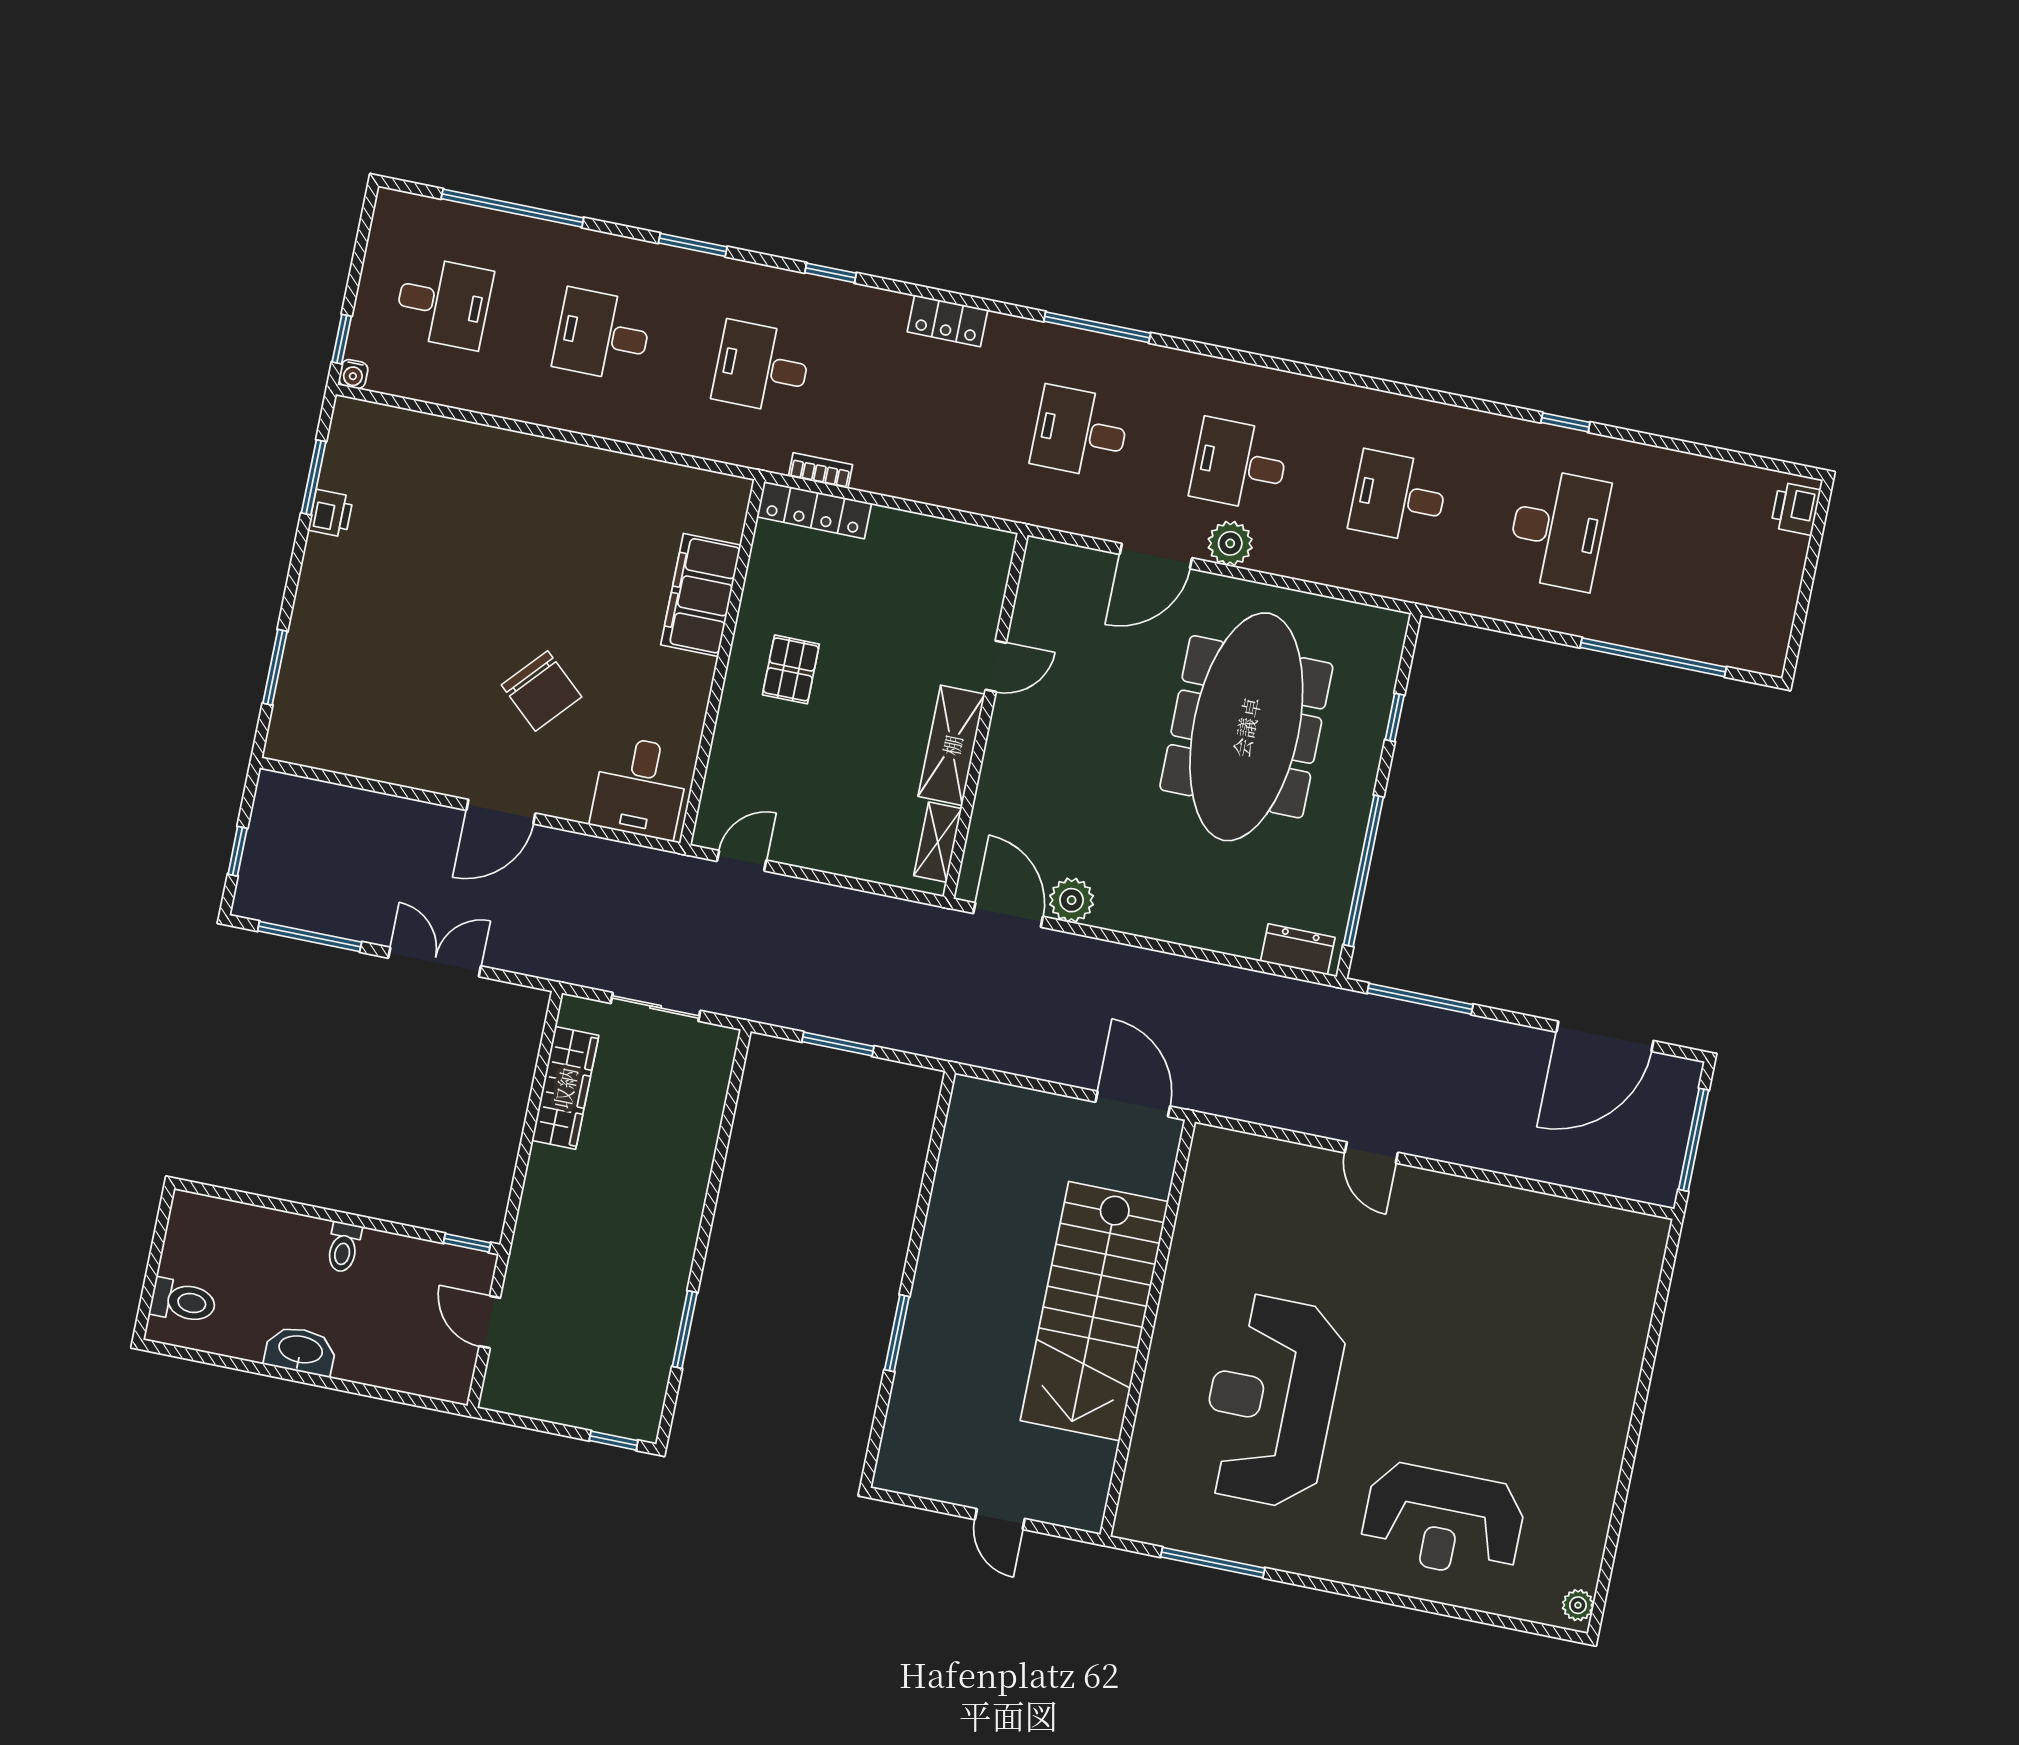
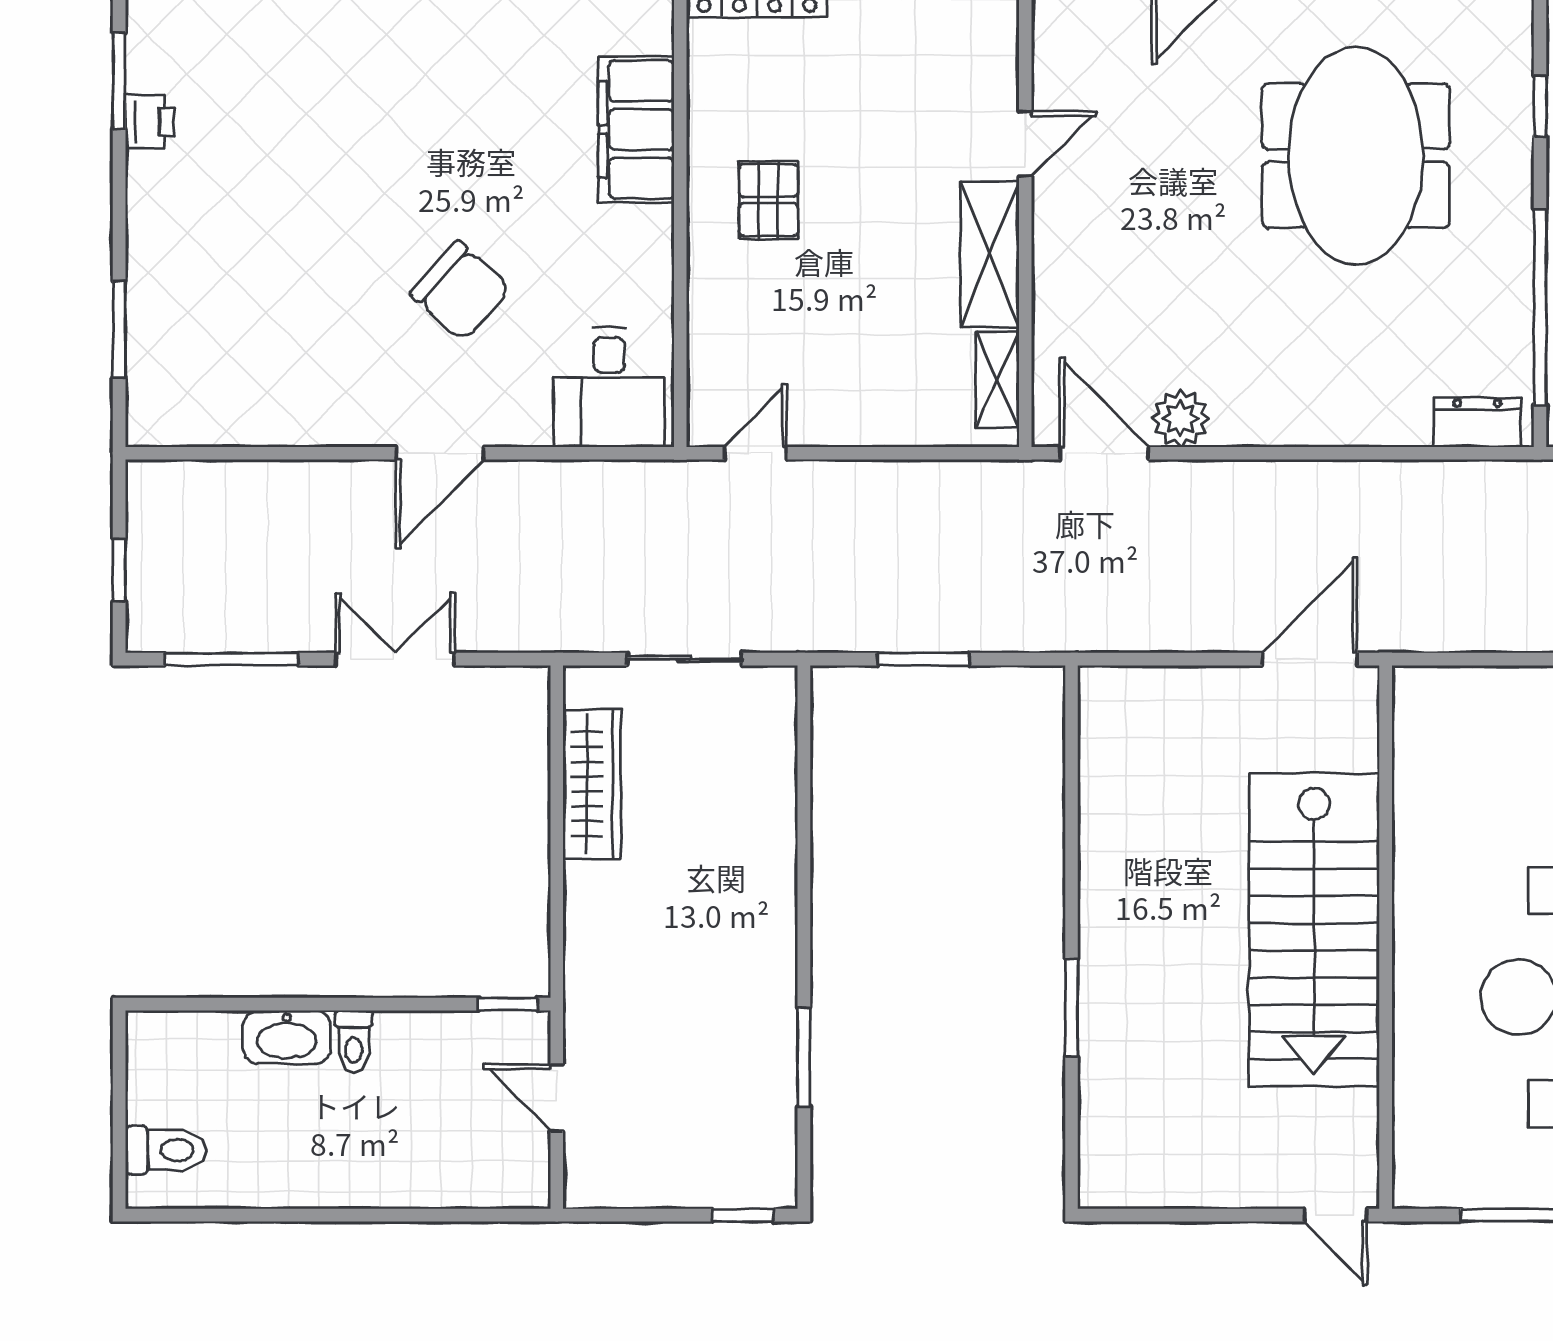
meeting table: (1246, 727) -> (1356, 156), width x0.73
door: (1133, 1104) -> (1309, 659), hinge flipped
washbasin: (300, 1351) -> (287, 1037), moved, turned 180
door: (1000, 1519) -> (1336, 1215), moved

